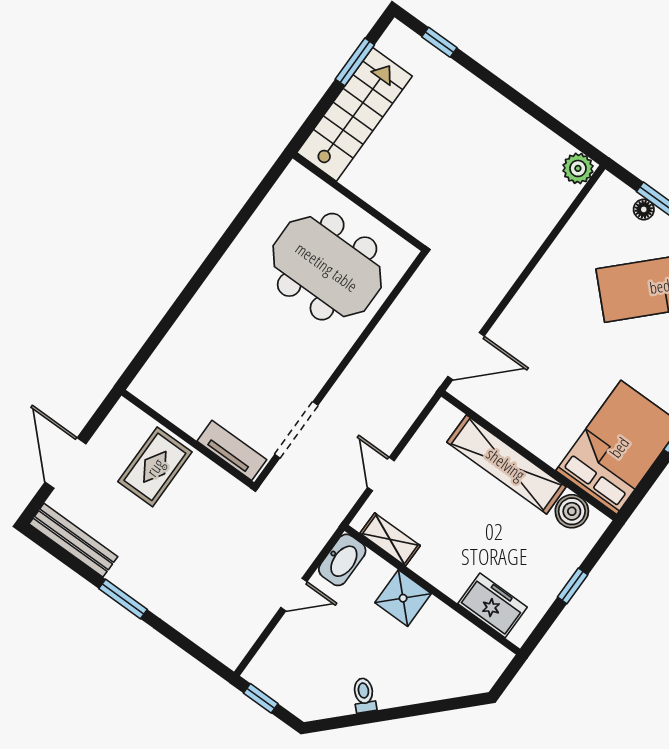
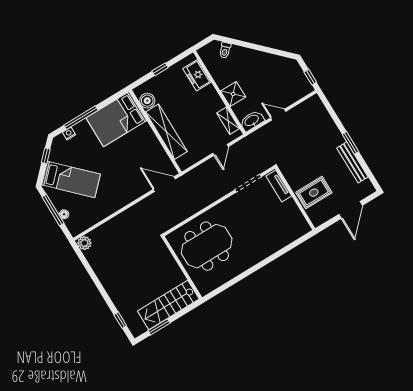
meeting table: (327, 267) -> (207, 246), turned 90
bench: (73, 540) -> (352, 162), moved
toilet: (364, 695) -> (225, 50), moved

